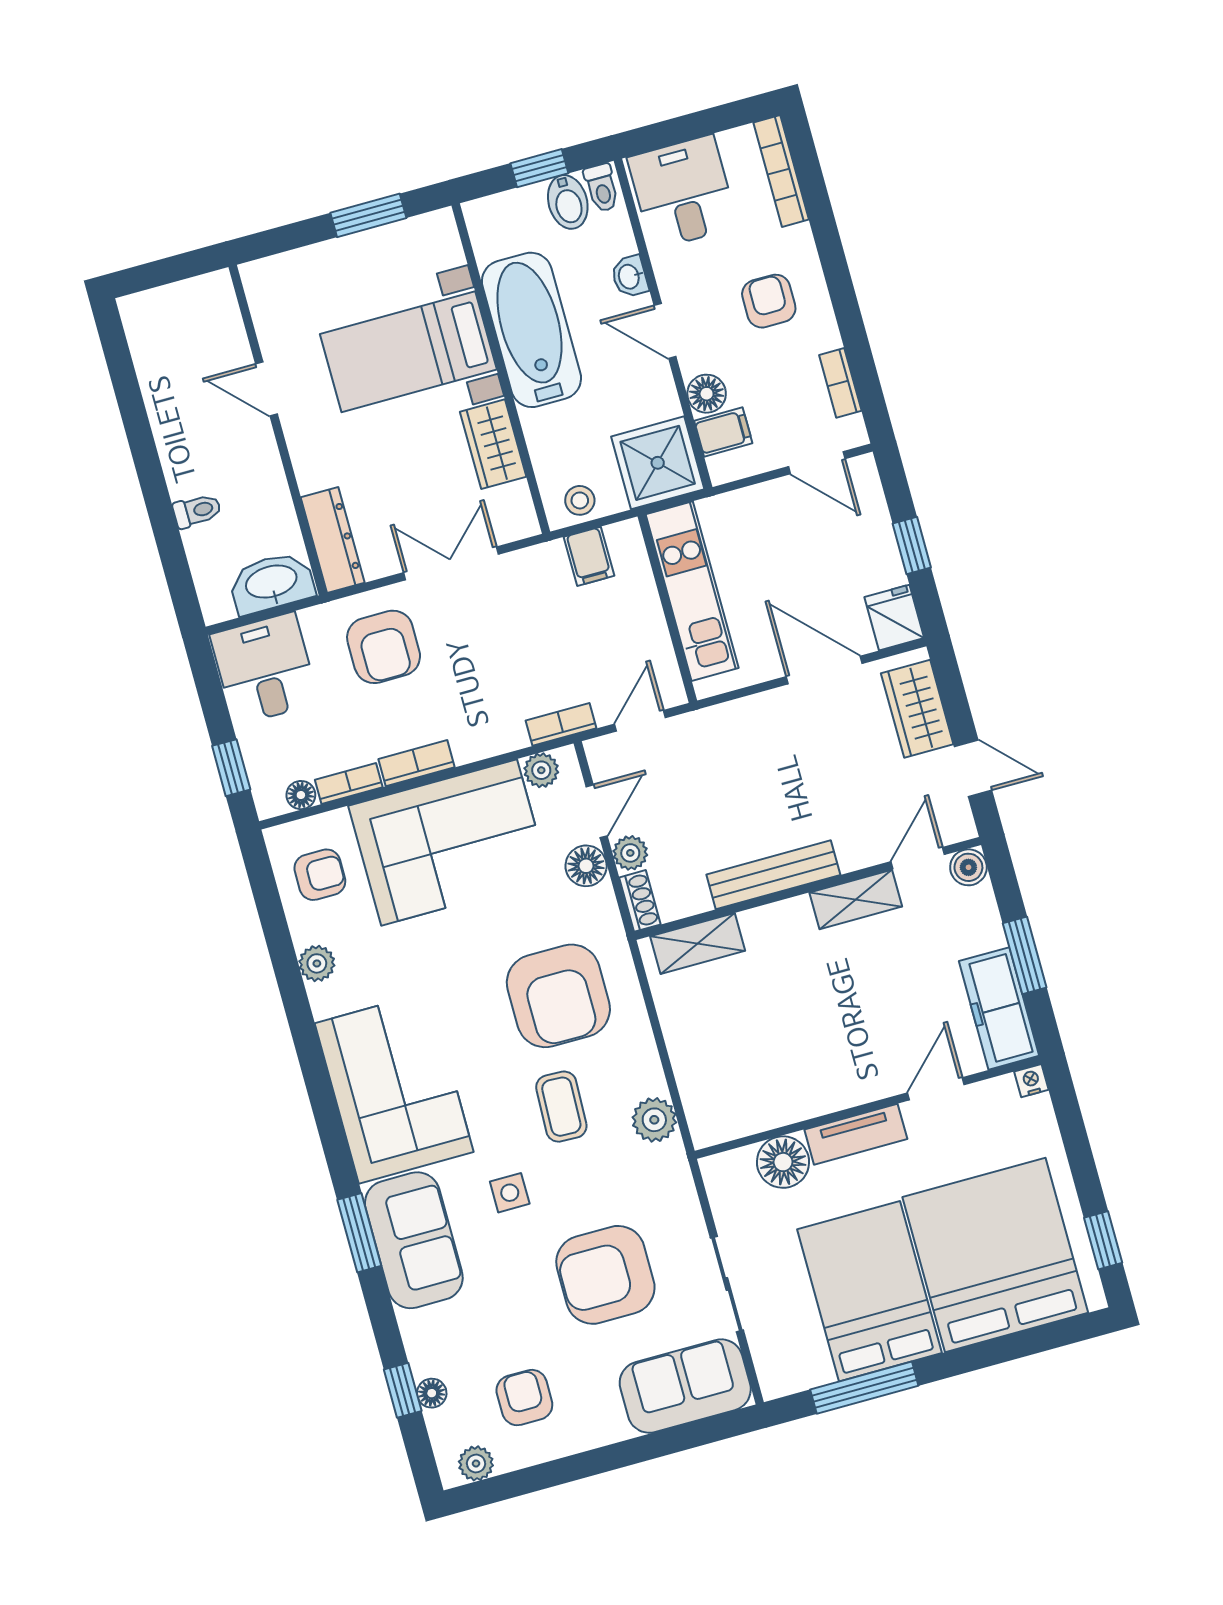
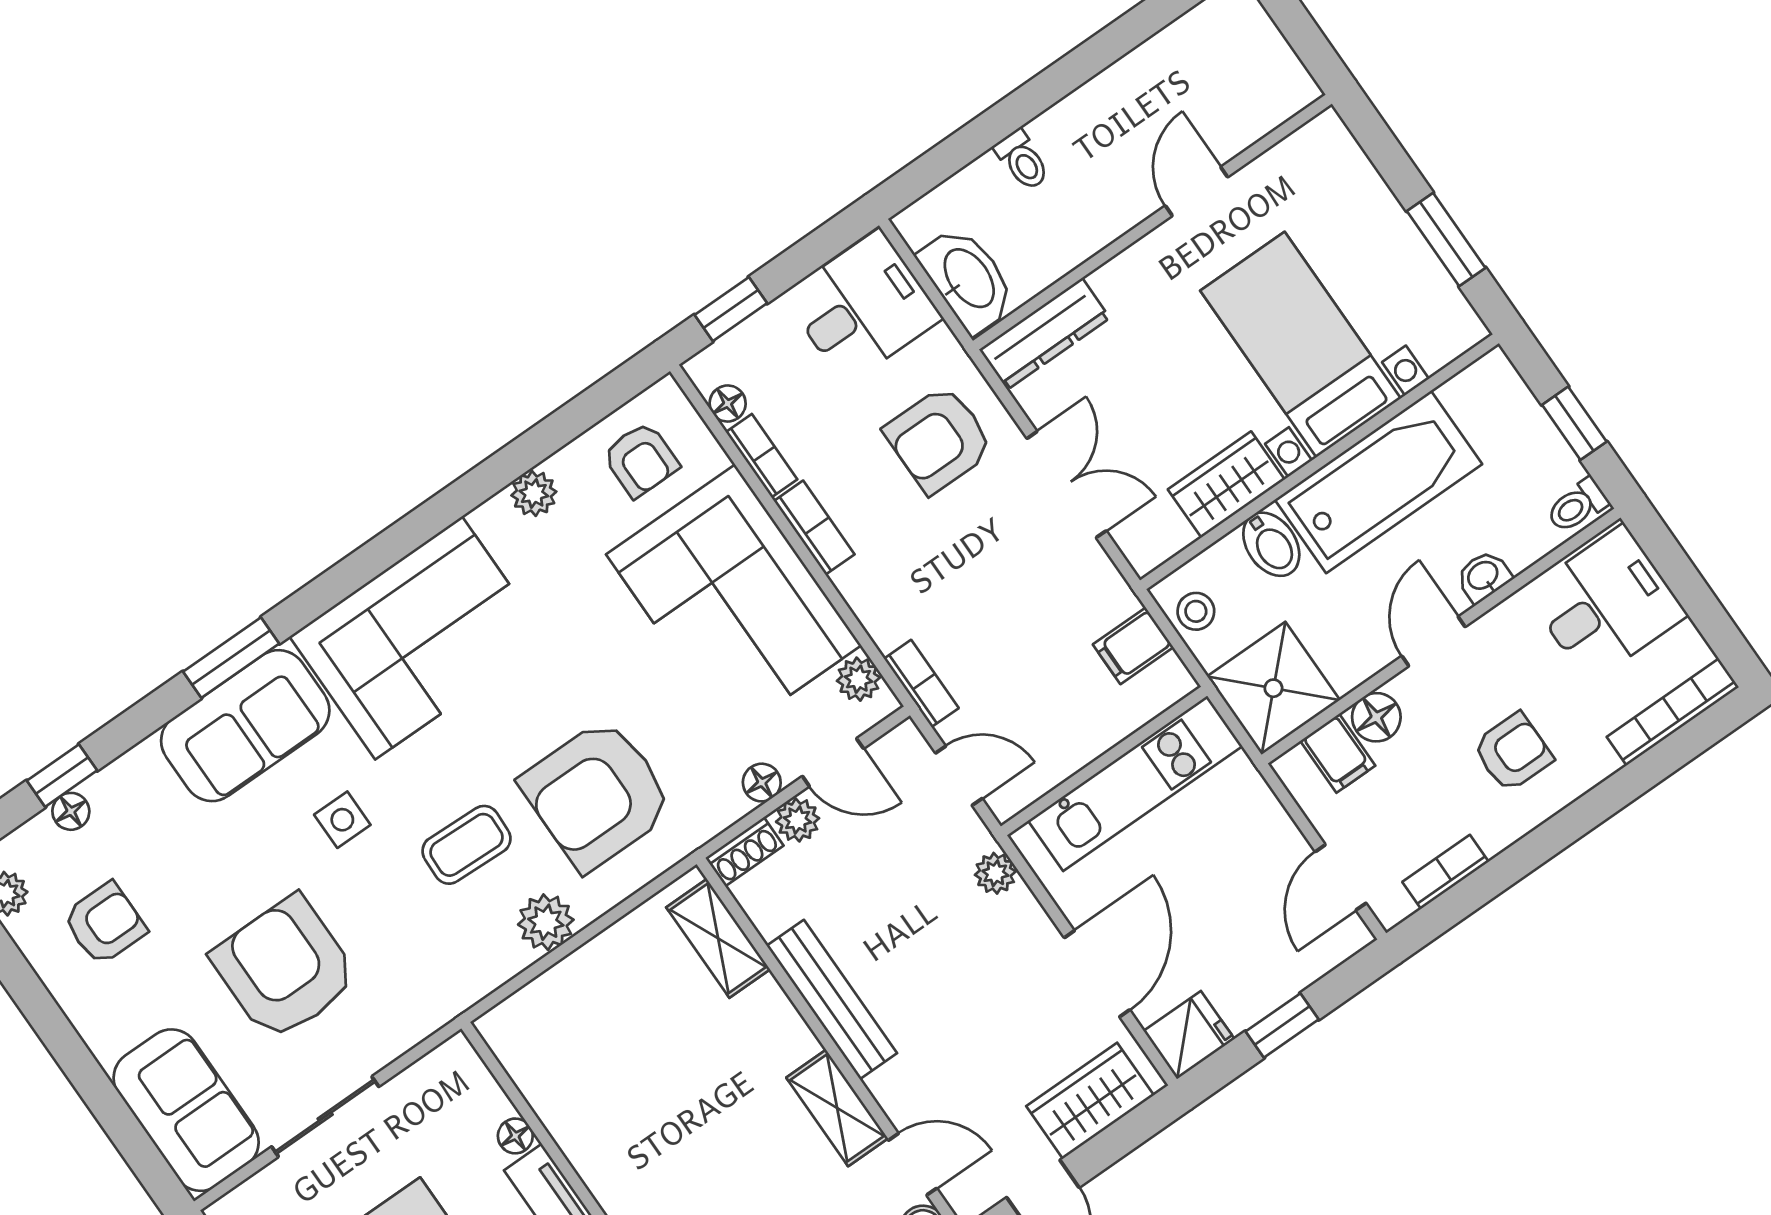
bidet: (568, 202) -> (1271, 544), moved, turned -90
plant: (722, 719) -> (995, 873), added
floor lamp: (586, 866) -> (762, 783), width x0.73, depth x0.73
plant: (654, 1120) -> (546, 922), moved
floor lamp: (783, 1162) -> (515, 1136), width x0.53, depth x0.53

